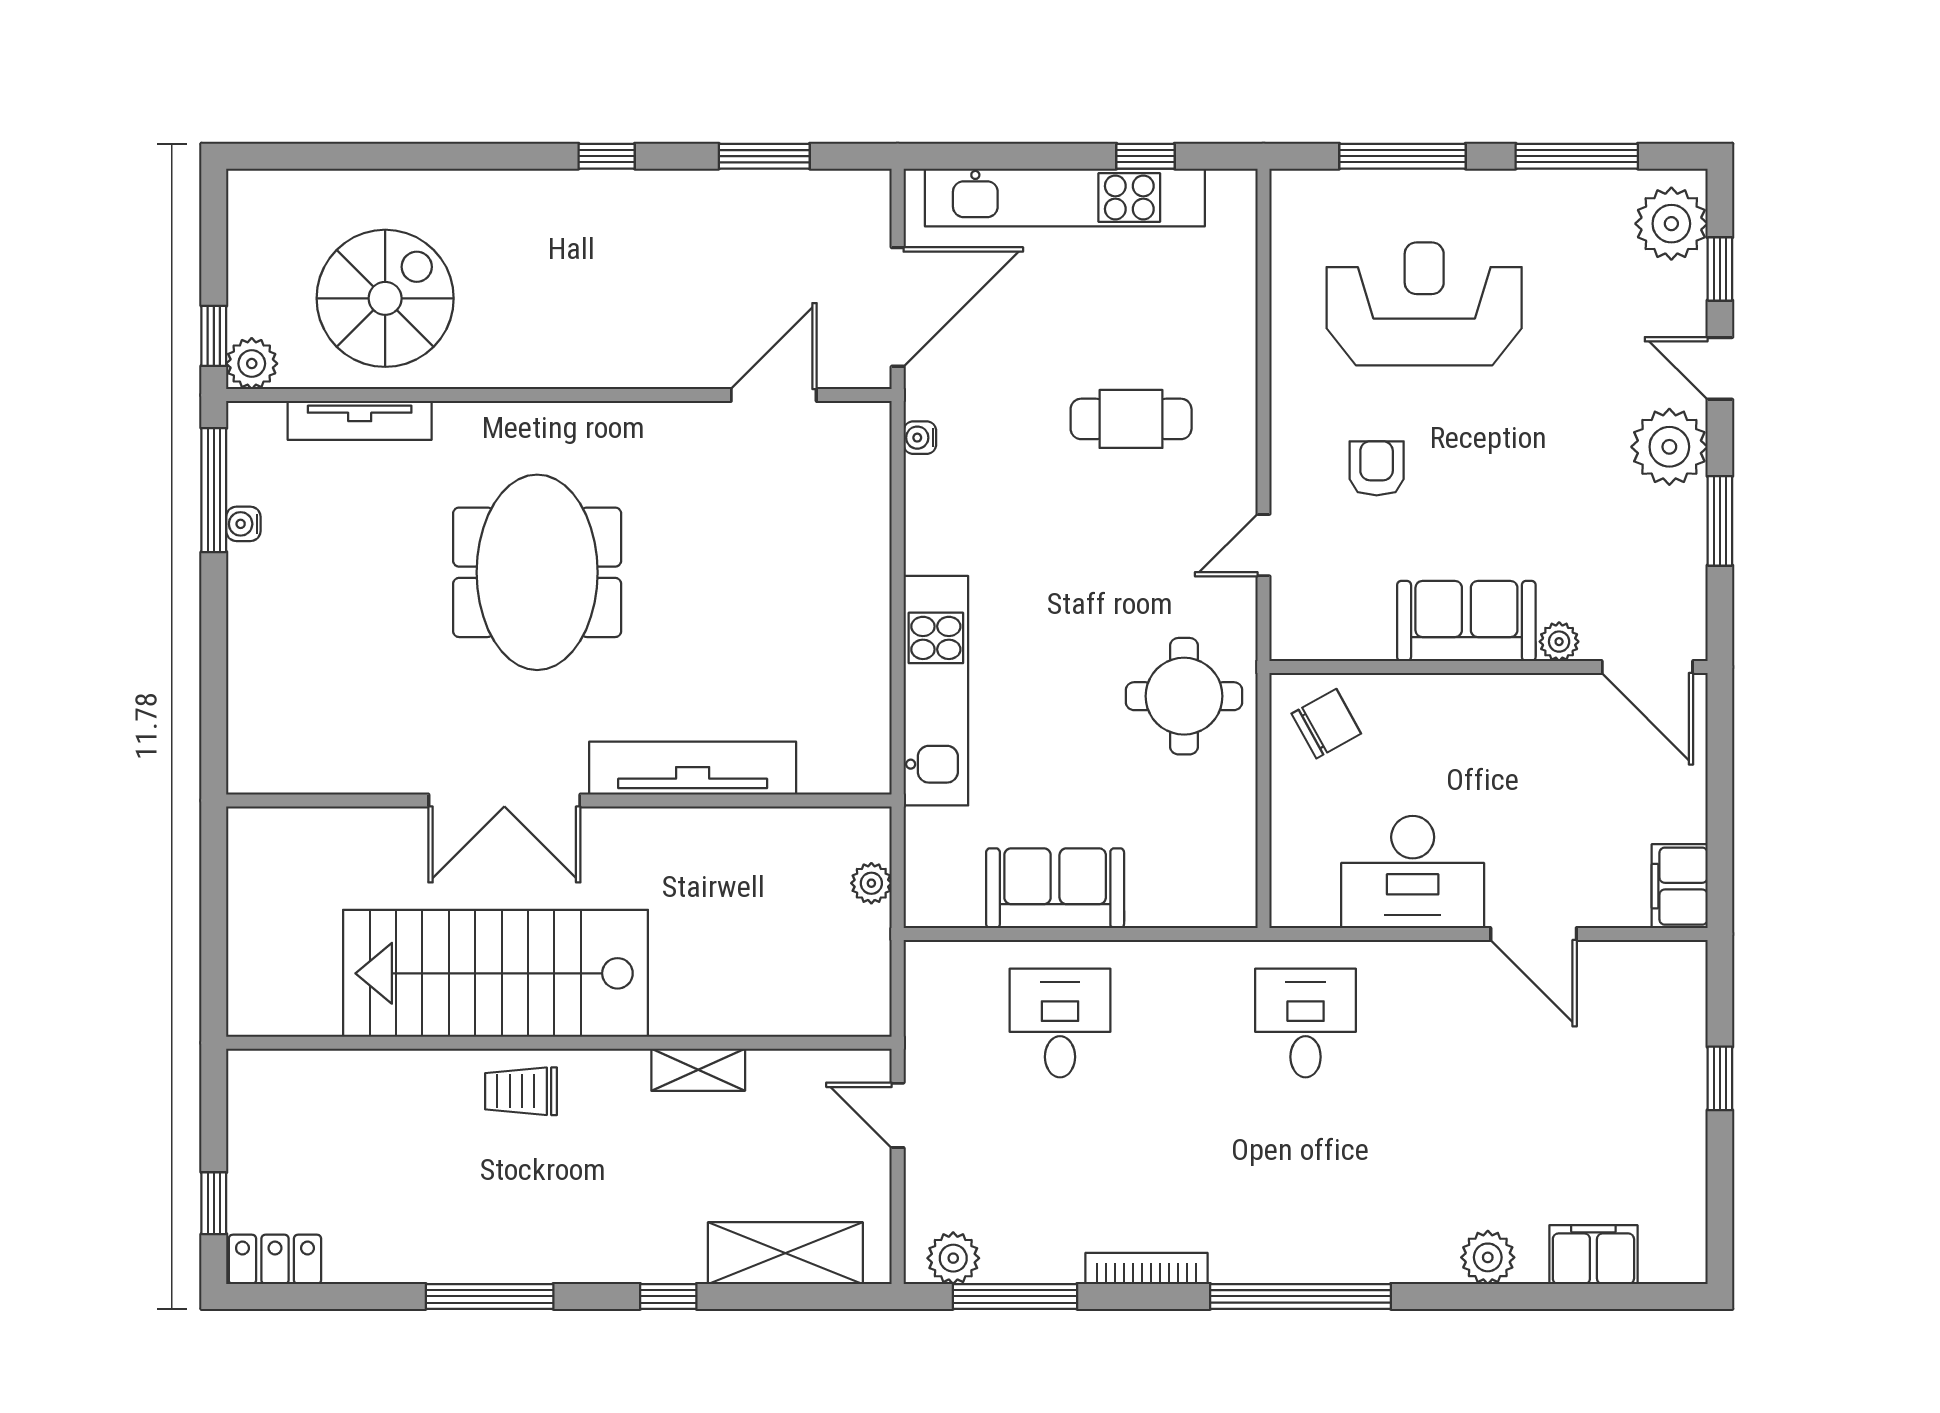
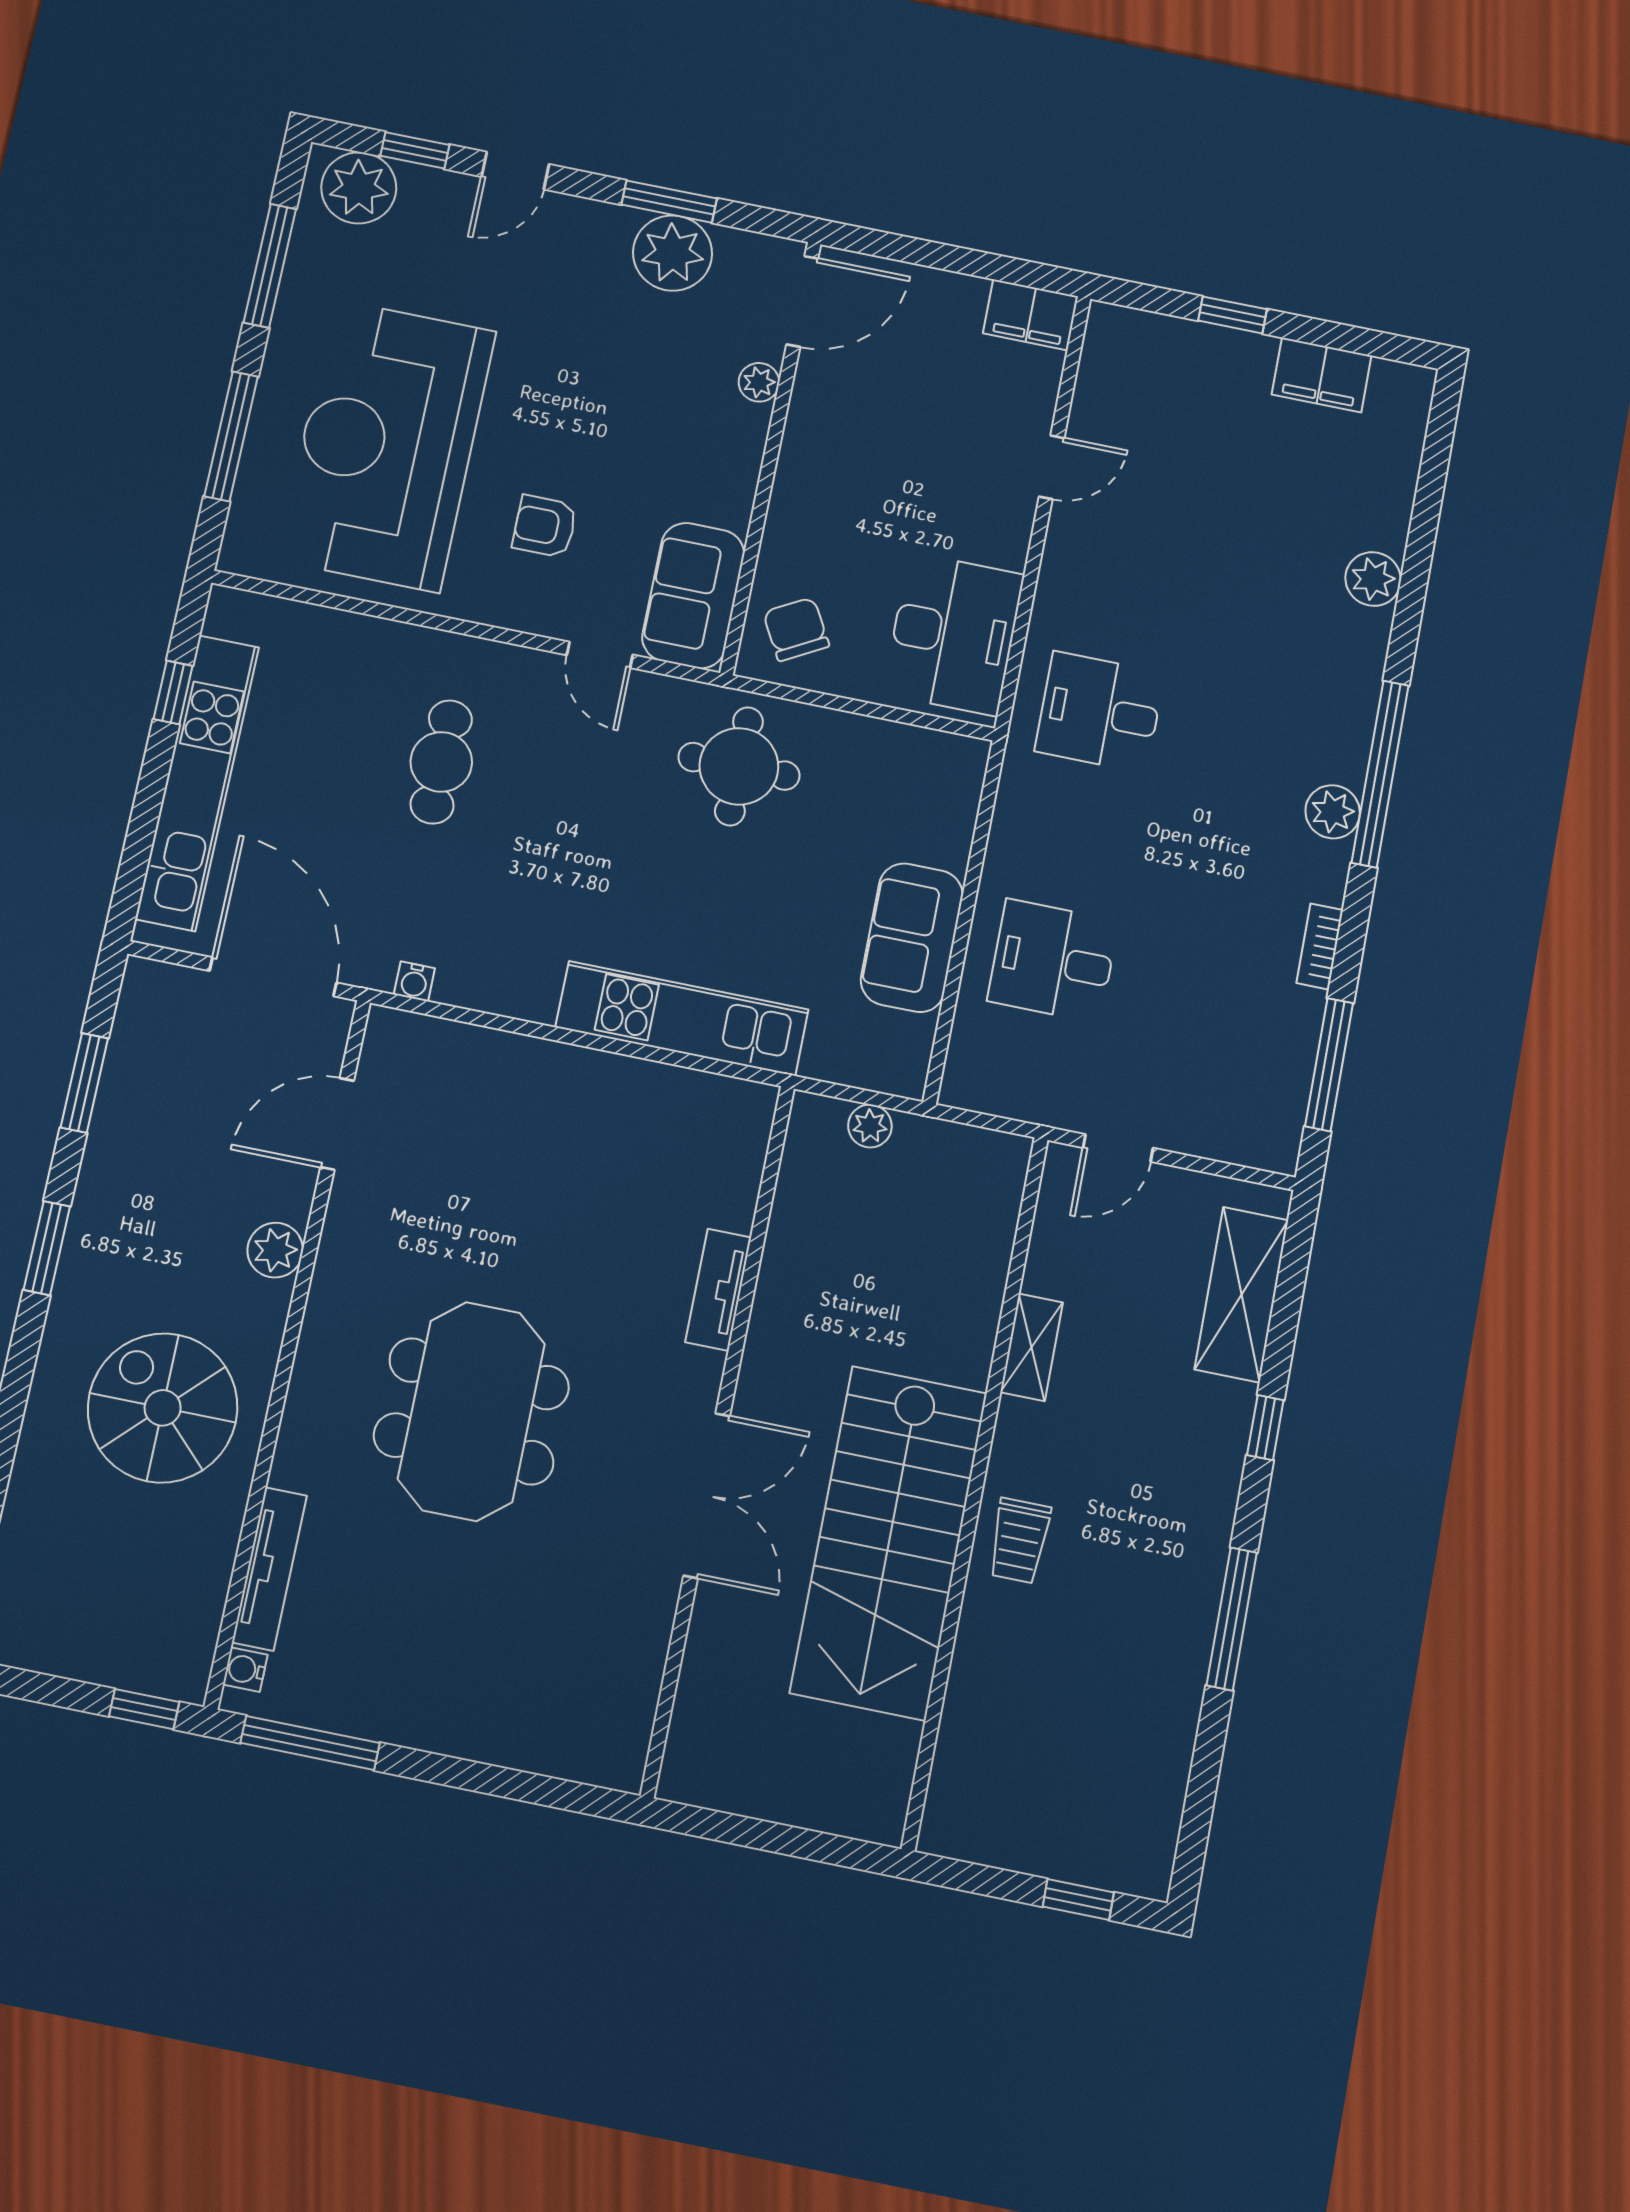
window: (607, 156) -> (47, 1248), width x1.50
spiral stairs: (385, 298) -> (163, 1408), moved
reception desk: (1424, 304) -> (387, 445), width x1.36, depth x1.30
plant: (252, 364) -> (275, 1250), moved
door: (774, 395) -> (337, 1124), hinge flipped
plant: (1669, 447) -> (673, 253), moved
water cooler: (243, 524) -> (245, 1670), moved, turned 90
meeting table: (537, 572) -> (471, 1411), turned 90
sofa: (1466, 621) -> (693, 596), moved
tv unit: (693, 768) -> (718, 1290), width x0.52, depth x0.78
desk: (1413, 872) -> (953, 634), moved
door: (1534, 934) -> (1052, 467), width x0.73
filing cabinet: (1593, 1255) -> (1322, 375), moved, turned -90
plant: (953, 1258) -> (1333, 812), moved
locker: (275, 1259) -> (1151, 1844), removed
bookcase: (1147, 1268) -> (1320, 947), width x0.64

